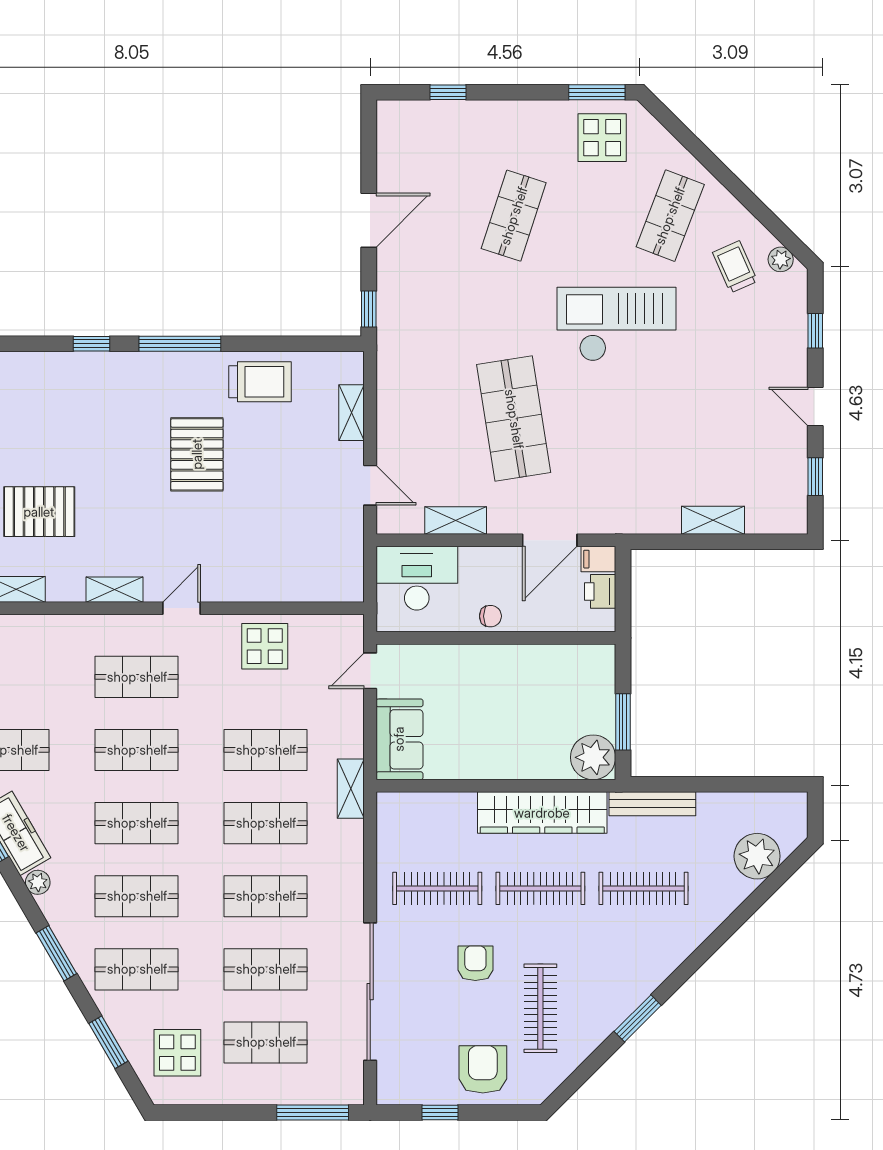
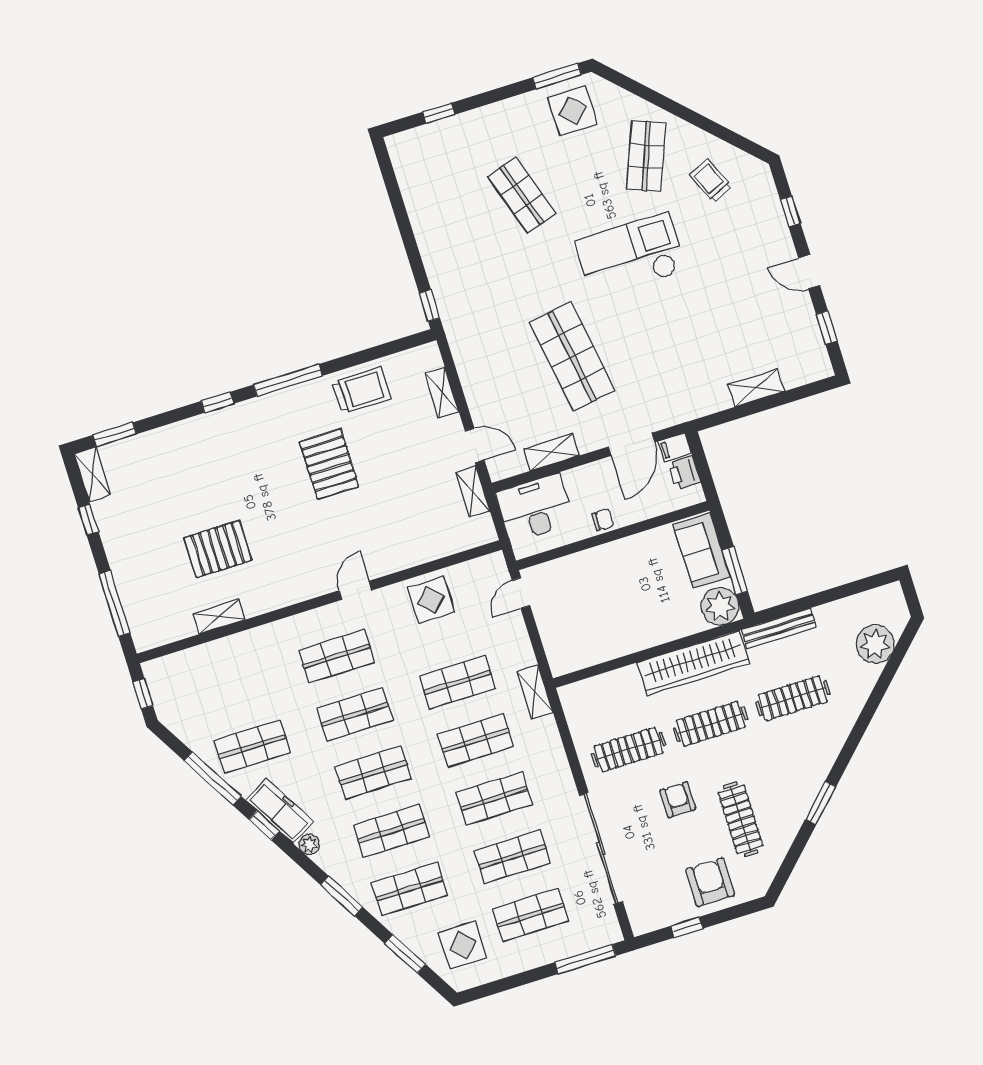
shop shelf: (514, 216) -> (522, 195), turned -36
door: (369, 220) -> (407, 235), removed
plant: (781, 259) -> (745, 163), removed
shelving: (114, 590) -> (473, 492), moved, turned 90
sofa: (399, 739) -> (702, 550), moved, turned 180

